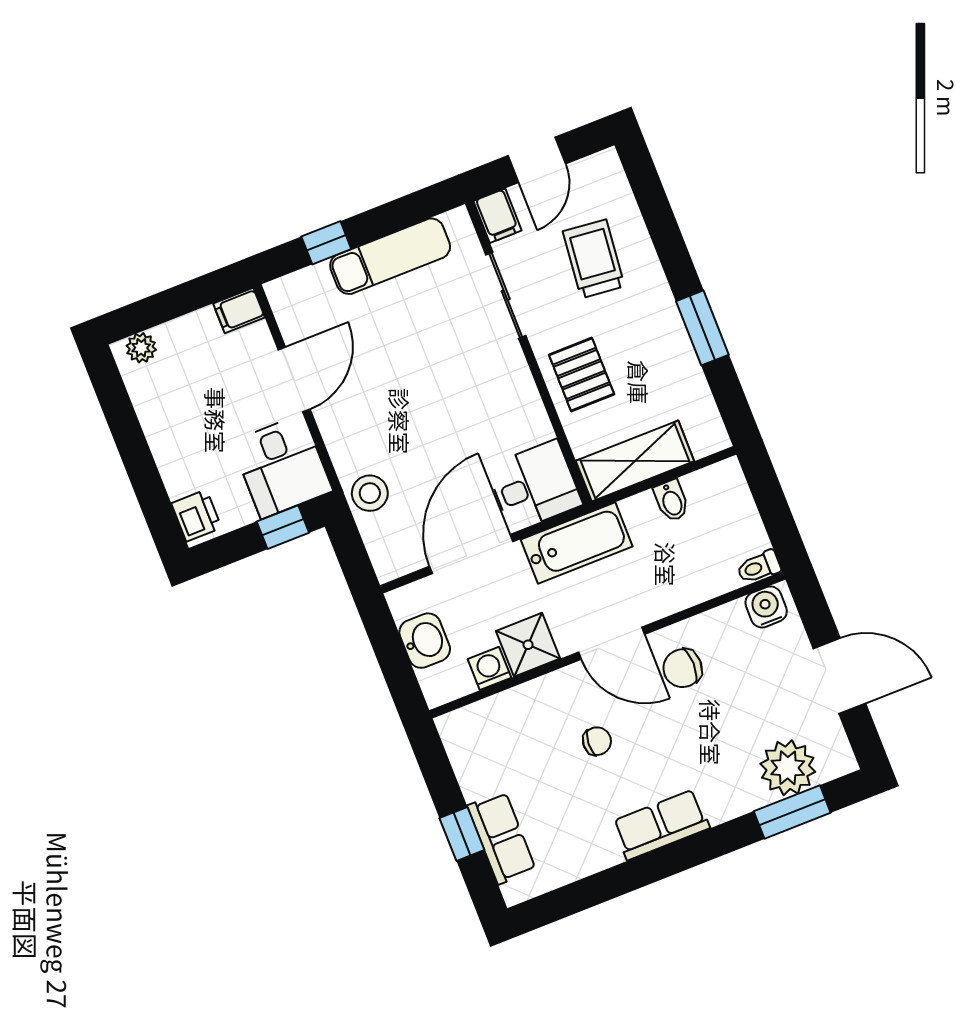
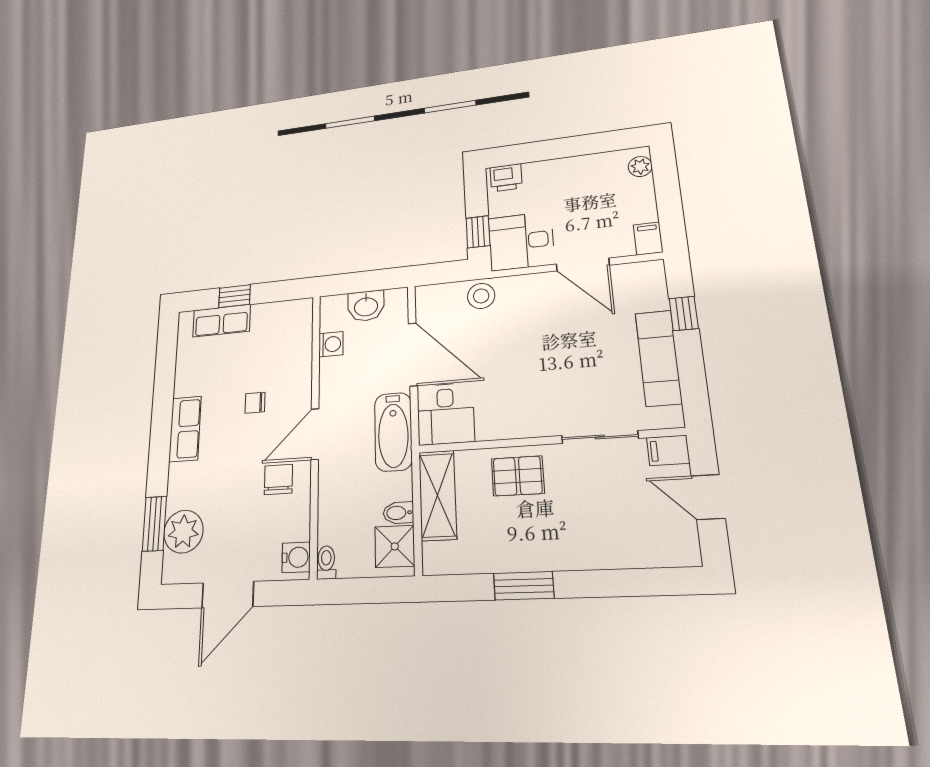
trolley: (594, 259) -> (609, 516), removed
shower: (528, 645) -> (395, 546), moved
chair: (597, 741) -> (255, 403), turned 87

